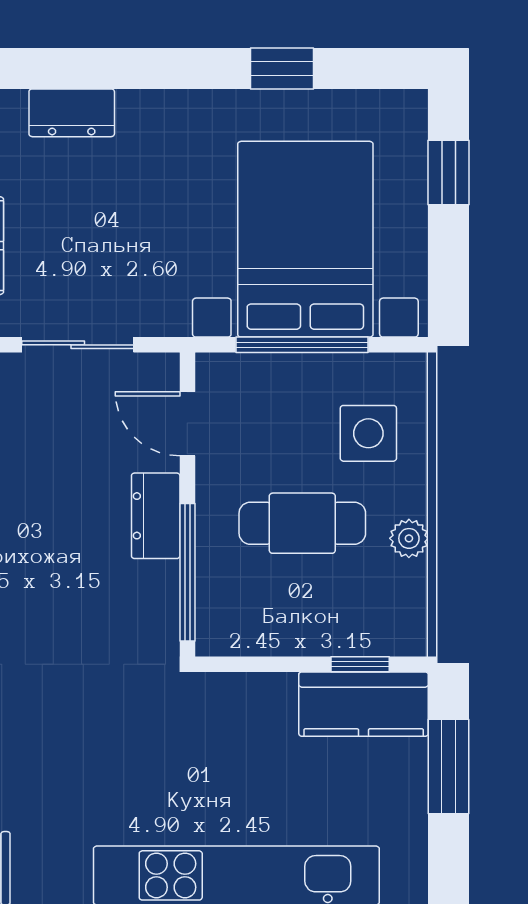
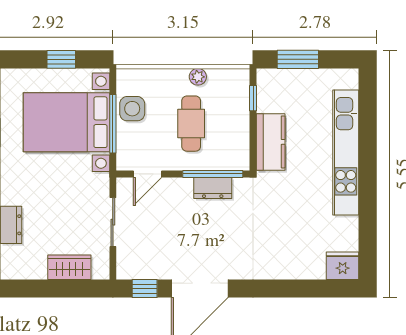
window: (449, 172) -> (61, 59), moved
side table: (368, 433) -> (132, 109), moved
dresser: (156, 516) -> (213, 188), moved
kitchen counter: (364, 704) -> (271, 142), moved

